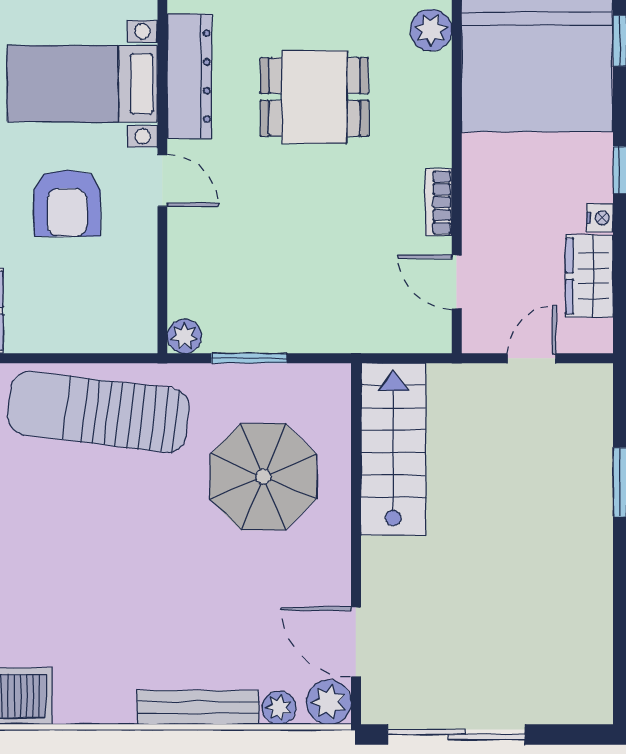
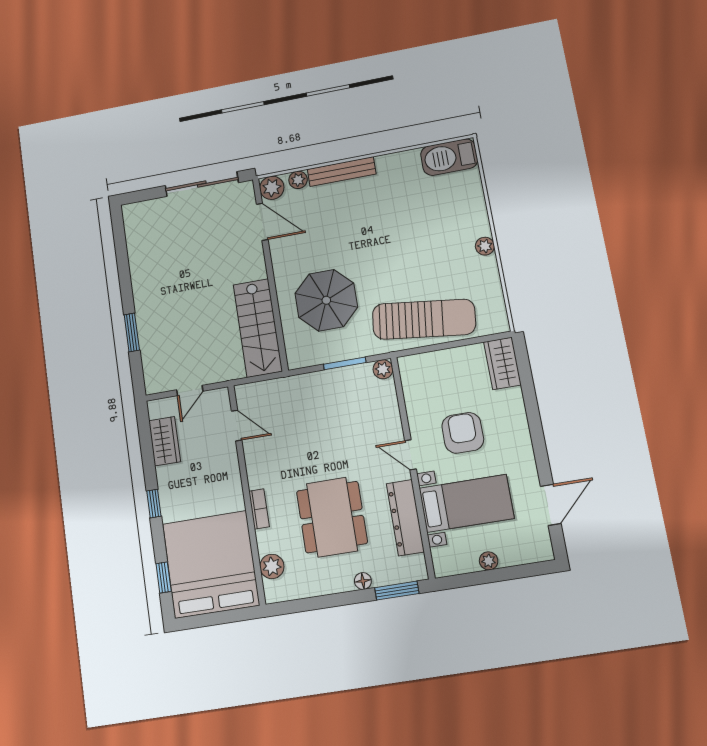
dining table: (314, 97) -> (332, 517), width x1.37
bookcase: (439, 202) -> (259, 509), moved
nightstand: (600, 218) -> (163, 475), removed

